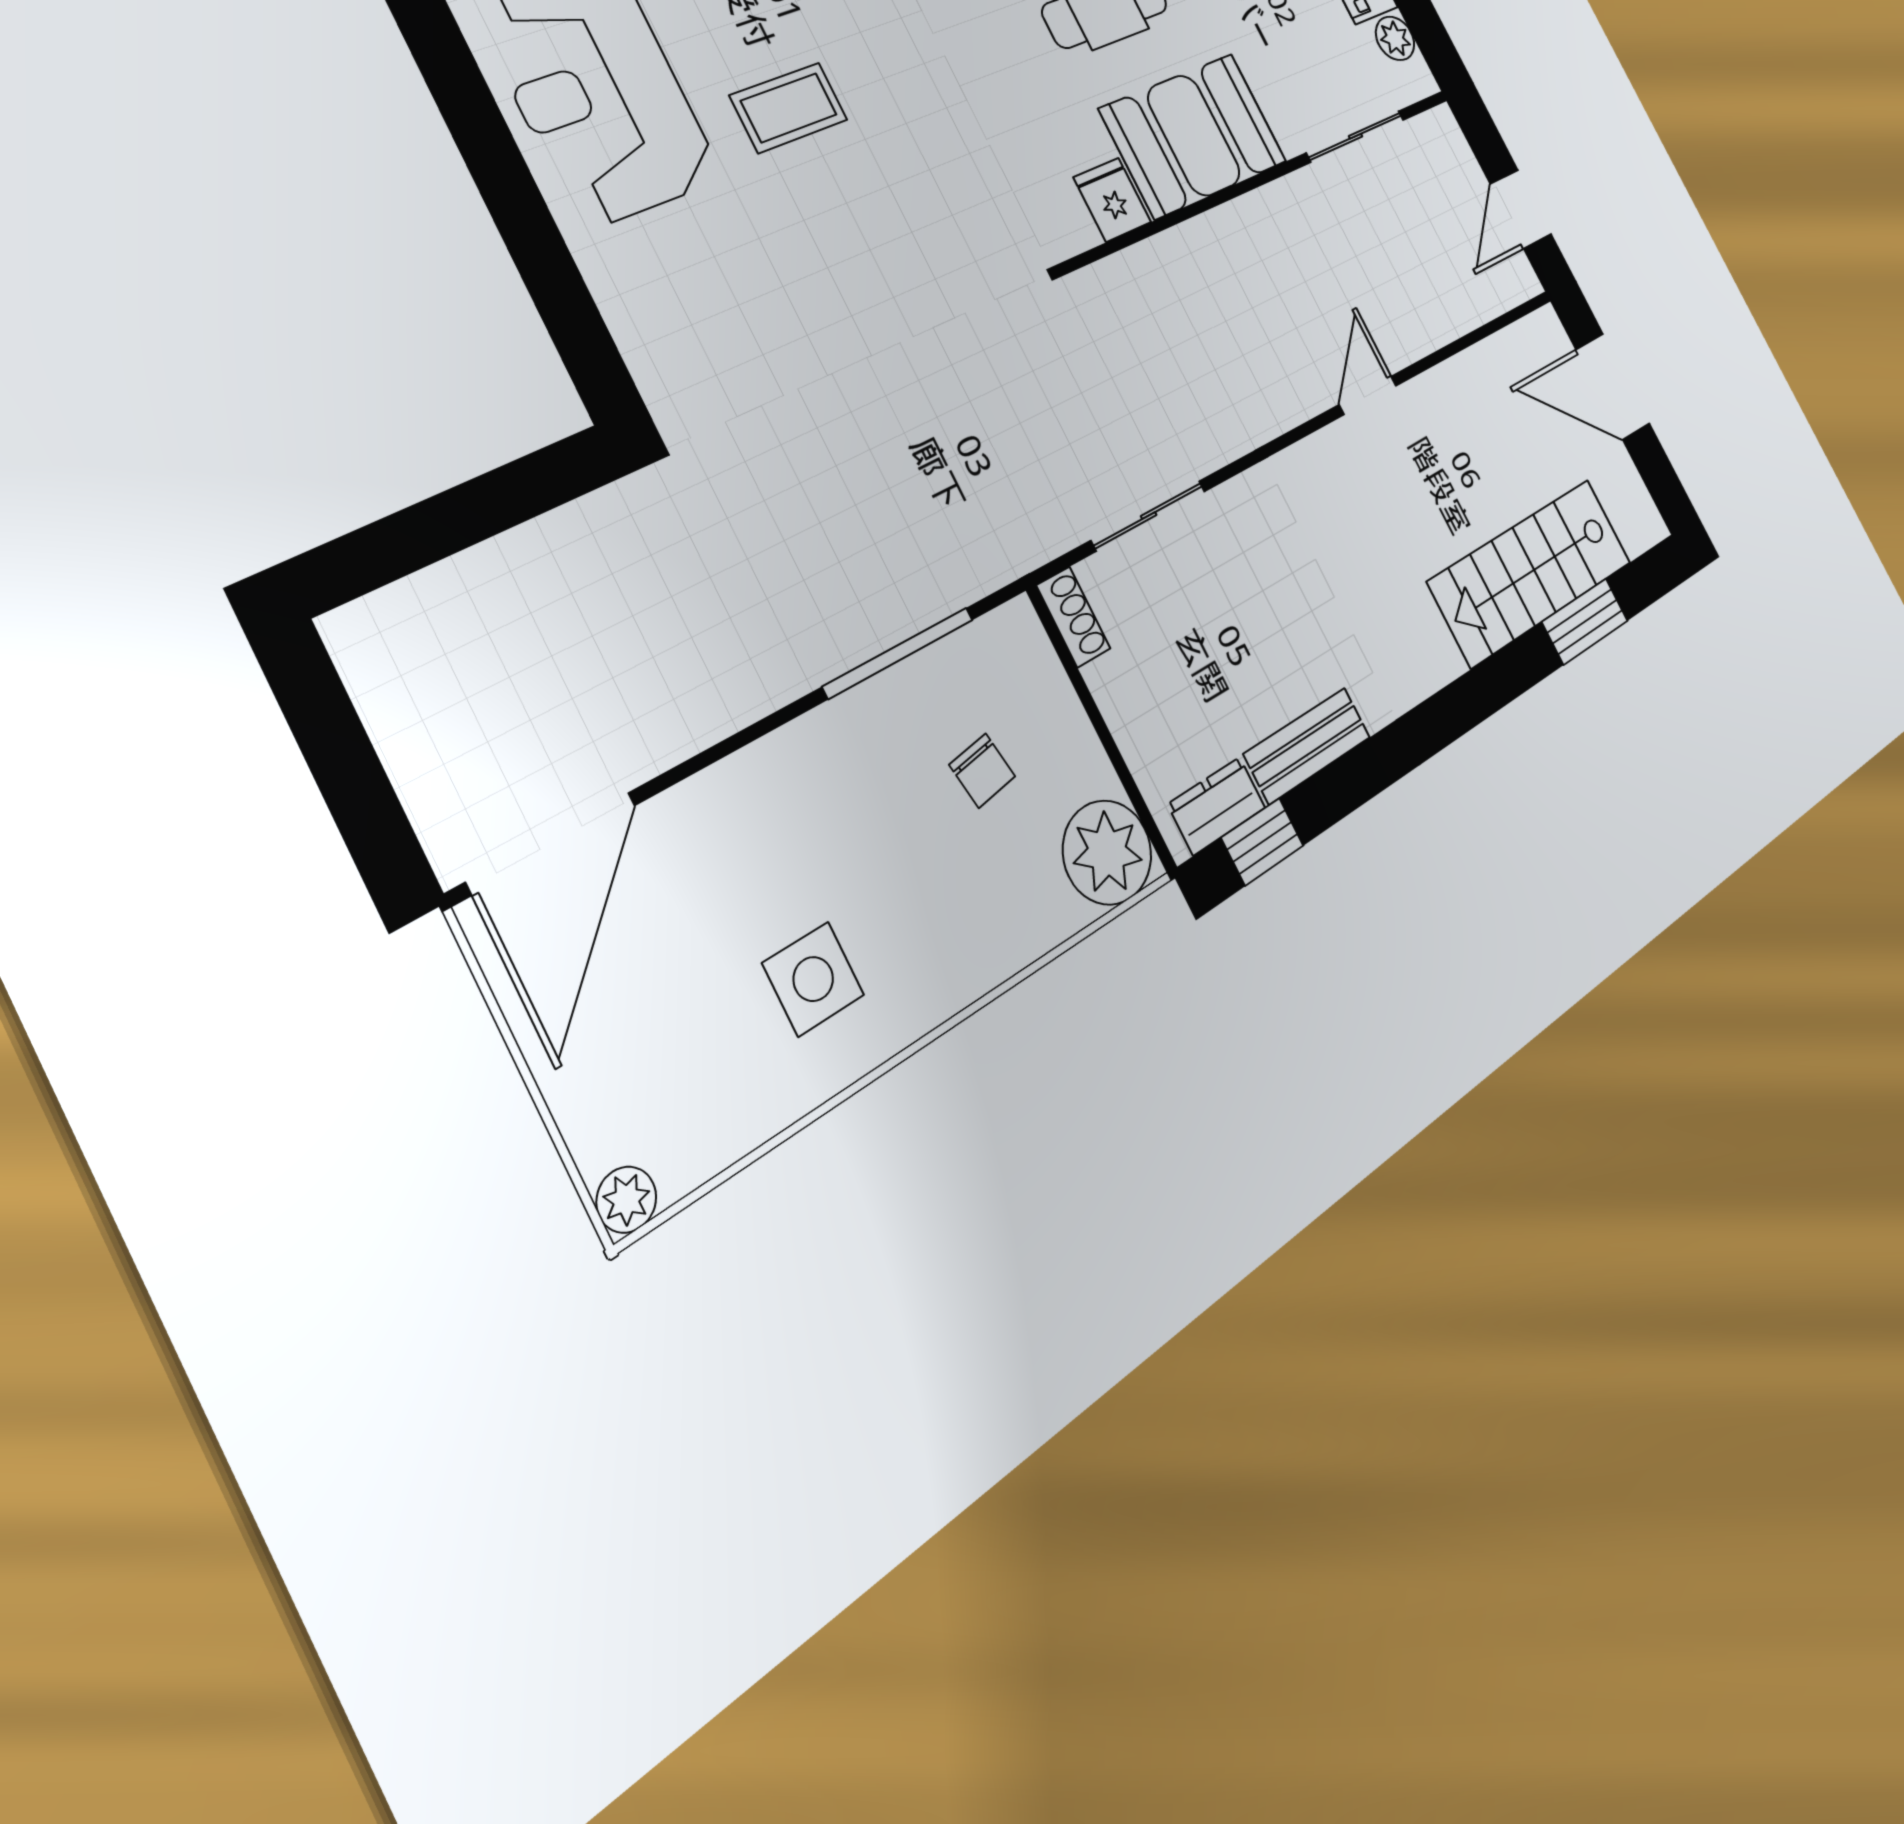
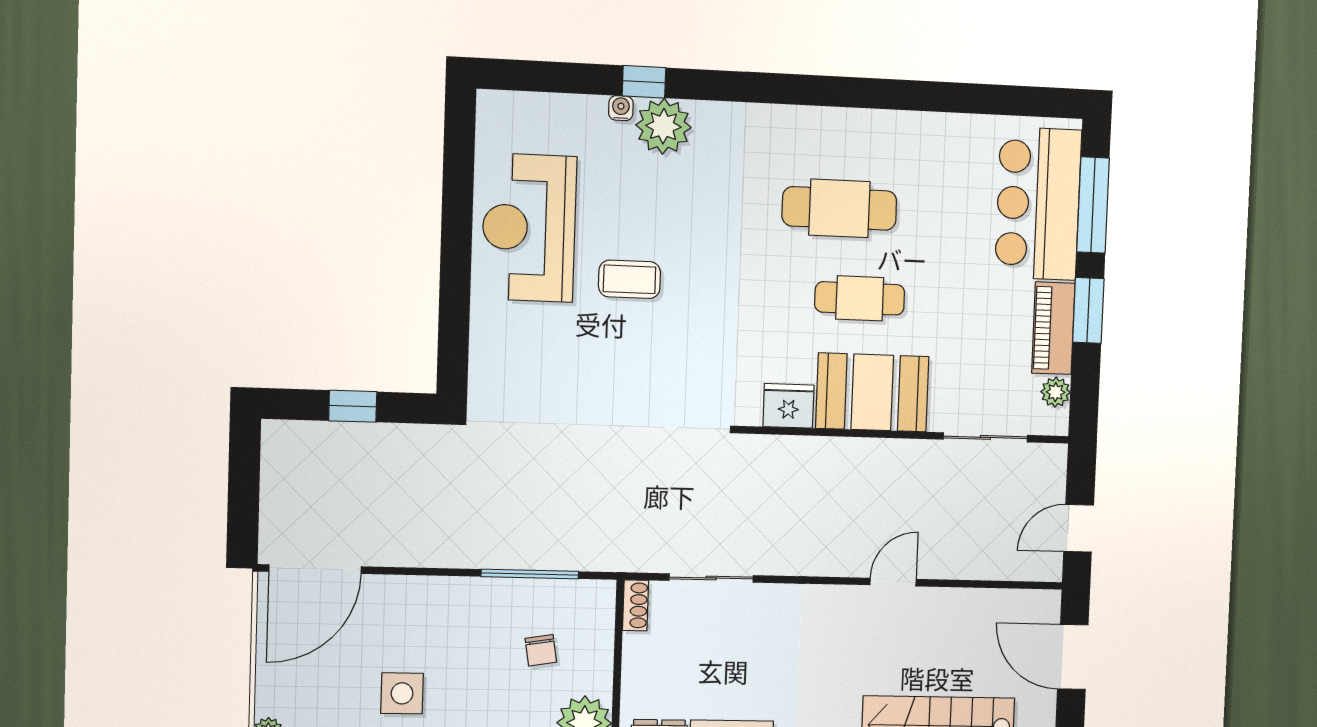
fridge: (1112, 200) -> (788, 406), width x1.38
window: (465, 515) -> (353, 406), added

